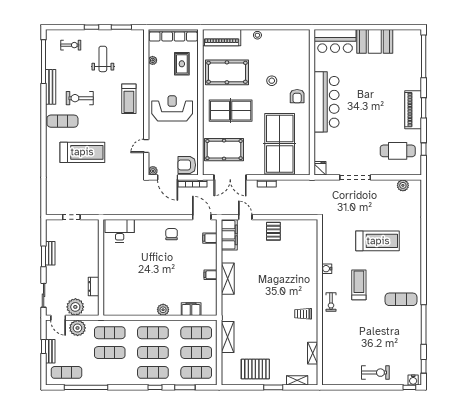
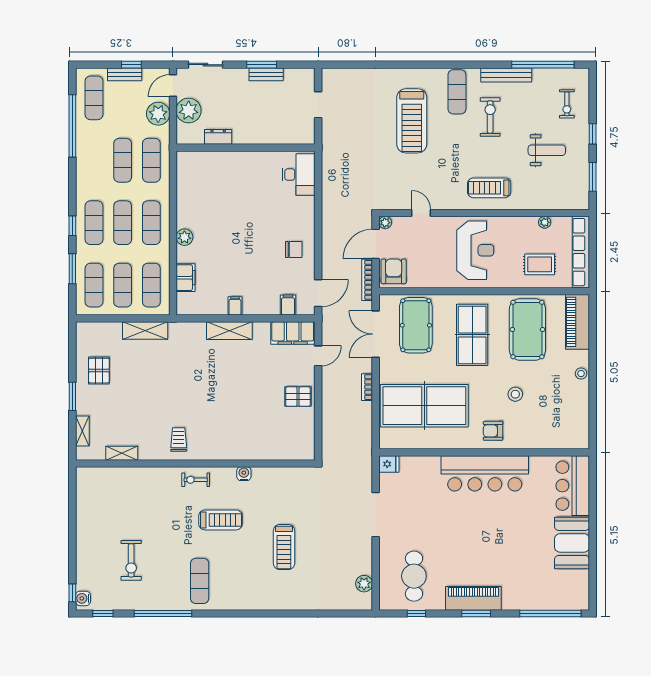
treadmill: (378, 241) -> (284, 547), width x0.73, depth x0.73
pallet: (255, 369) -> (99, 371), width x0.67, depth x0.71
exercise bike: (375, 373) -> (131, 560), moved

